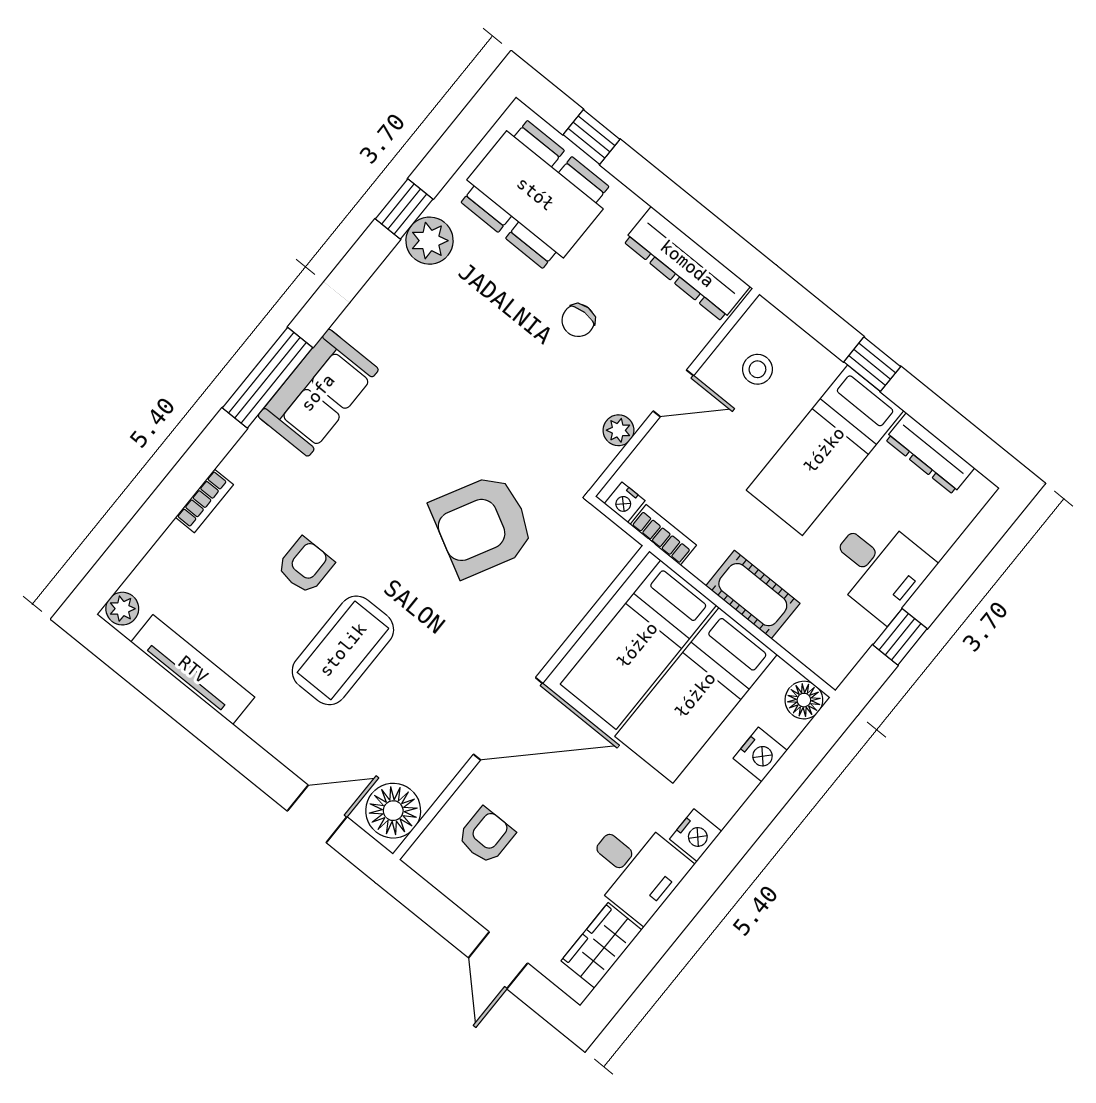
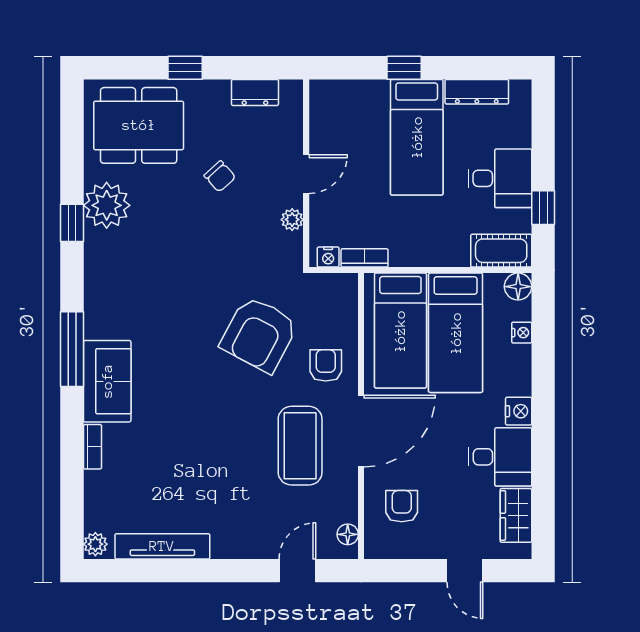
window: (592, 137) -> (185, 68), moved
window: (404, 209) -> (72, 223), moved
plant: (430, 241) -> (107, 205), width x1.36, depth x1.36
dresser: (687, 264) -> (255, 92), width x0.51, depth x0.80
chair: (578, 320) -> (220, 176), turned -42
stool: (757, 369) -> (342, 123), removed
sofa: (318, 393) -> (107, 381), moved
armchair: (305, 566) -> (326, 365), moved
cot: (753, 595) -> (501, 251), moved
coffee table: (343, 650) -> (300, 446), moved
nightstand: (760, 754) -> (522, 333), width x0.72, depth x0.74
floor lamp: (393, 811) -> (348, 534), width x0.53, depth x0.53

